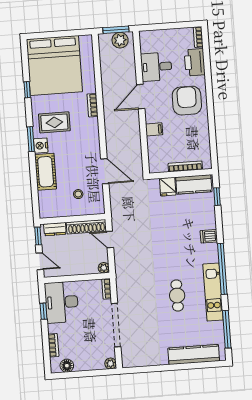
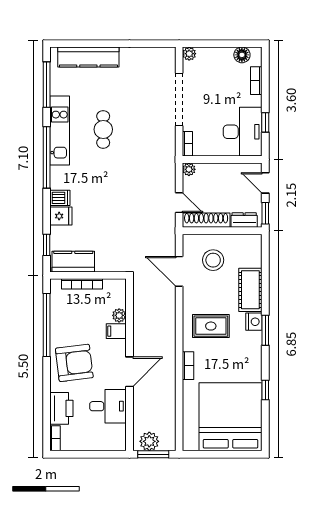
armchair: (187, 101) -> (74, 363), turned -97
rug: (54, 122) -> (211, 326), moved
window: (212, 130) -> (47, 325), added
plant: (153, 143) -> (119, 315), added
door: (105, 171) -> (179, 271), moved
fridge: (168, 187) -> (61, 216), moved, turned 90
stool: (78, 194) -> (213, 260), width x1.89, depth x1.89

